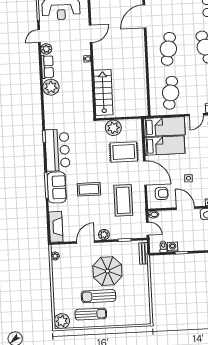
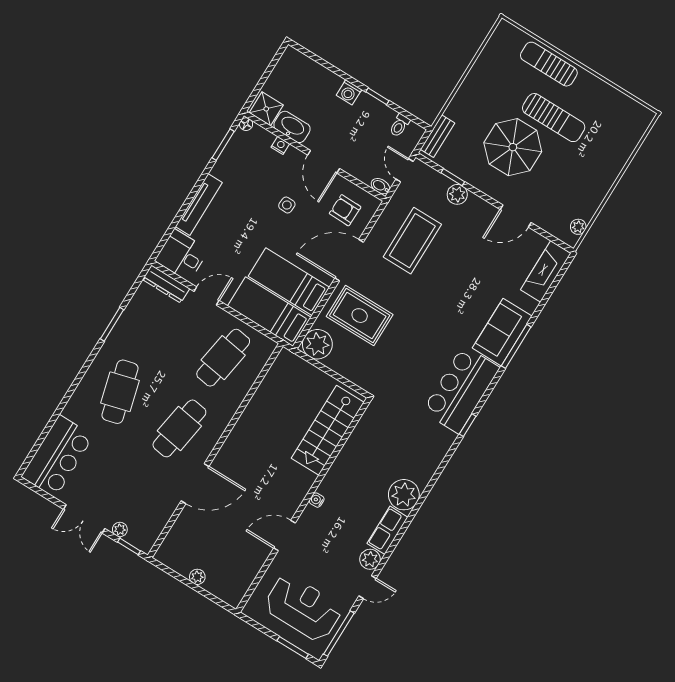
door: (144, 16) -> (195, 484), moved
plant: (113, 128) -> (317, 344), moved
door: (145, 173) -> (349, 260), hinge flipped
coffee table: (89, 189) -> (454, 295), removed
plant: (104, 235) -> (457, 194), moved
washing machine: (173, 247) -> (349, 92), moved
sun lounger: (91, 314) -> (549, 64), moved
plant: (62, 321) -> (638, 118), removed

